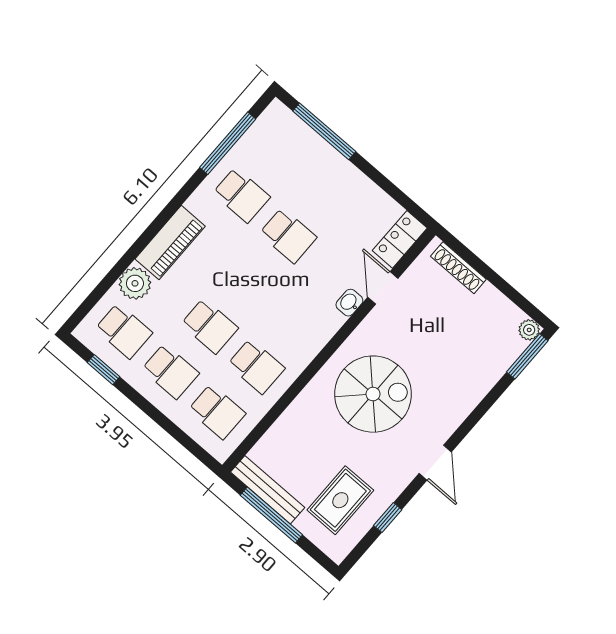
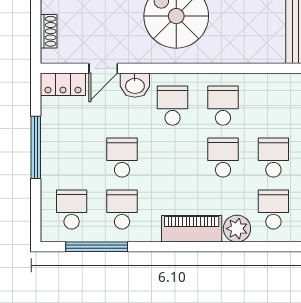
window: (324, 131) -> (36, 147), moved
school desk: (281, 150) -> (72, 209), added
shoe rack: (458, 268) -> (49, 31), width x0.70
washbasin: (349, 303) -> (135, 85), width x1.38, depth x1.45
school desk: (217, 412) -> (172, 106), moved

